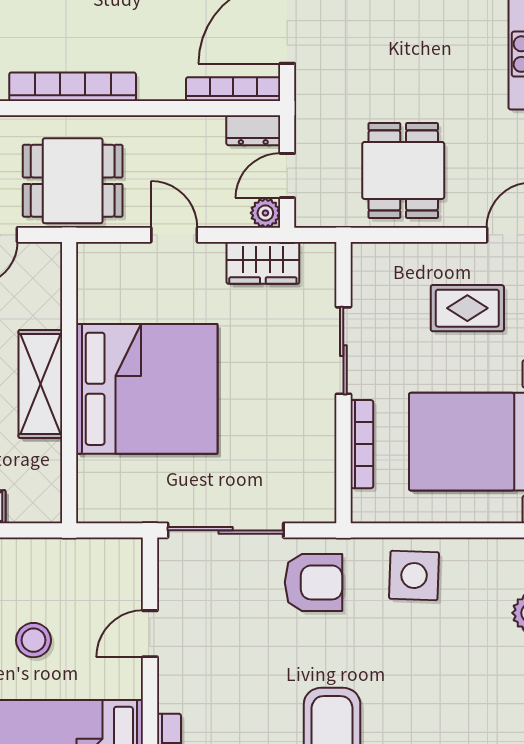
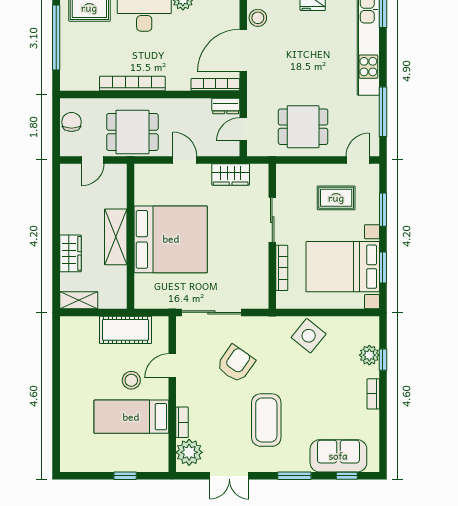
dining table: (403, 170) -> (303, 127), turned 90
plant: (265, 213) -> (232, 149), removed
cot: (59, 564) -> (126, 330), added
side table: (414, 576) -> (309, 336), turned 37
armchair: (314, 582) -> (236, 364), moved, turned -55
stool: (33, 640) -> (131, 380), moved

